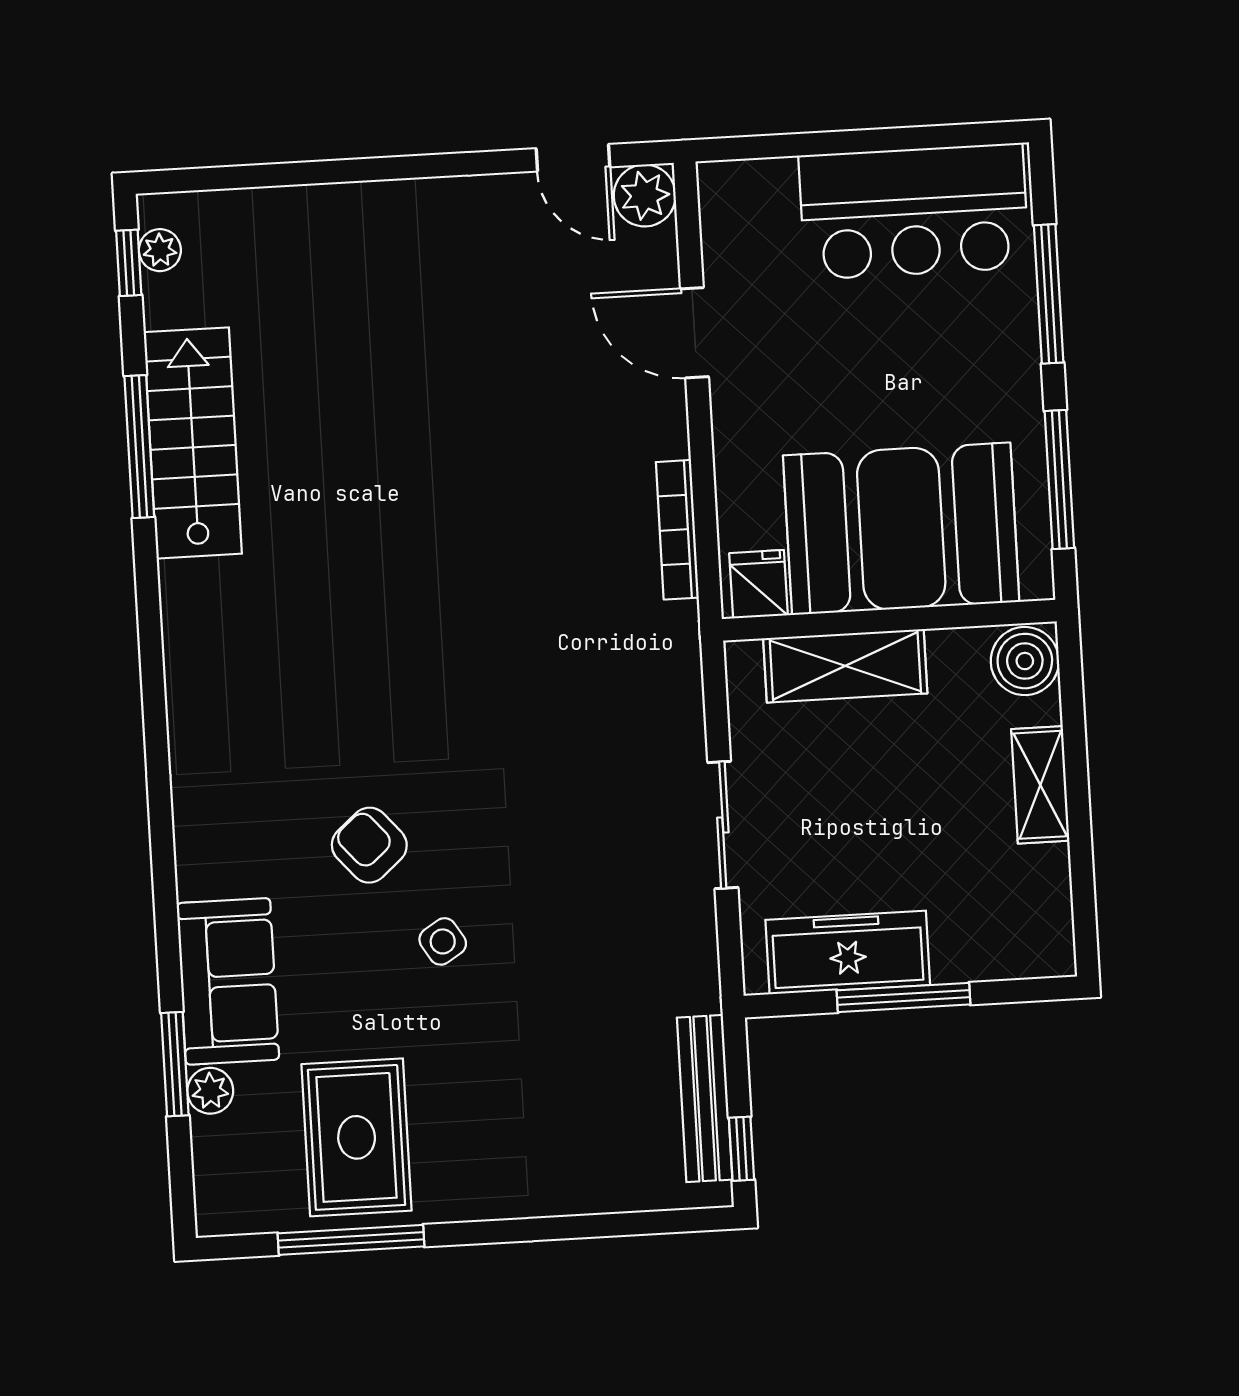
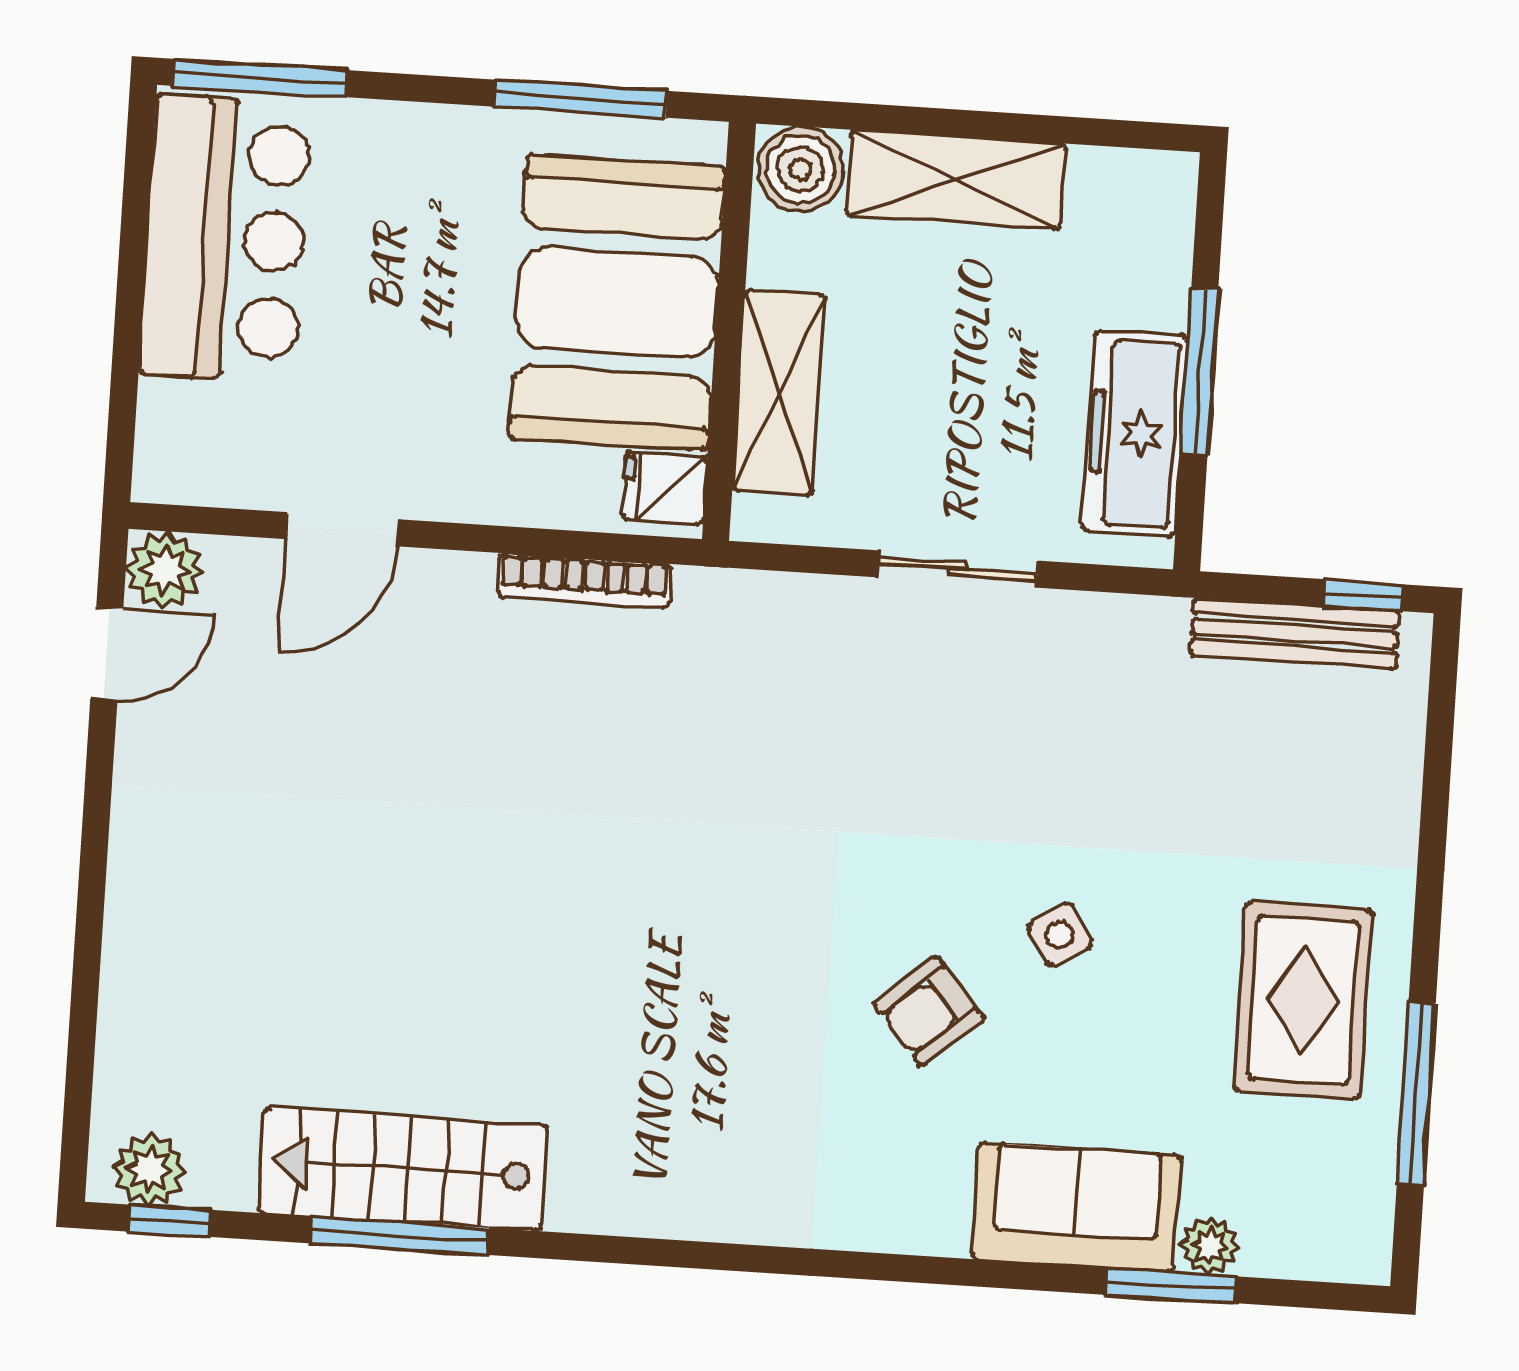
plant: (160, 250) -> (149, 1170), width x1.38, depth x1.38
window: (1049, 294) -> (260, 78), moved
shelving: (1040, 785) -> (956, 180), width x1.50, depth x1.33
rug: (357, 1137) -> (1303, 1000), moved, turned 90

